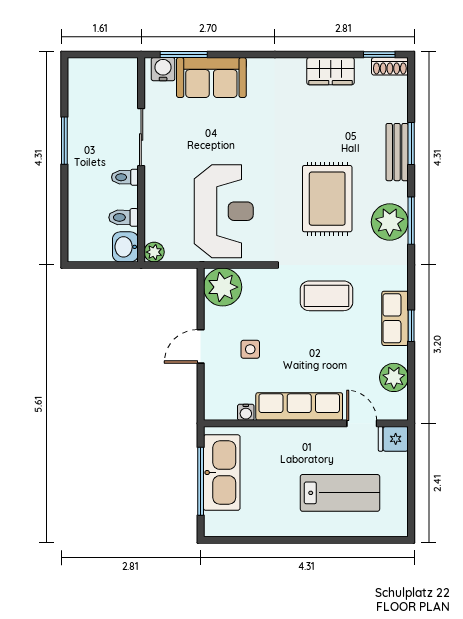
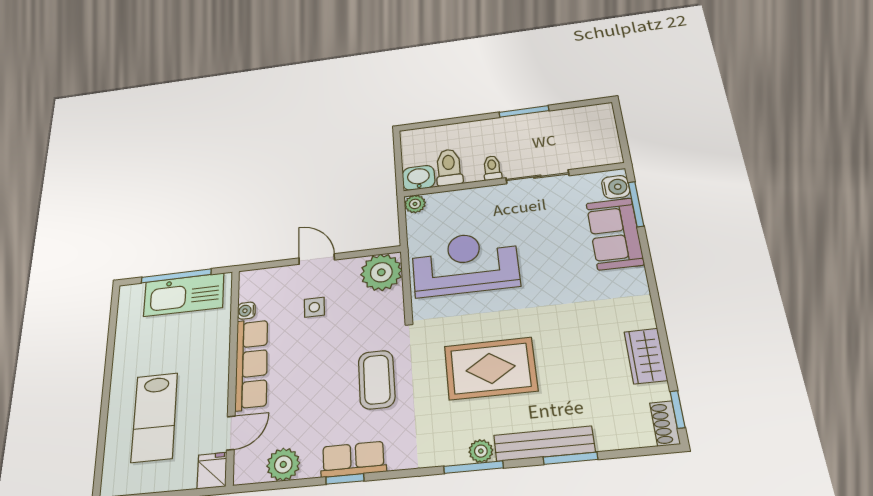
bench: (397, 152) -> (544, 444), width x1.36
reception desk: (224, 211) -> (465, 264), turned 180
toilet: (124, 217) -> (449, 167), width x1.37, depth x1.39
plant: (390, 222) -> (481, 451), width x0.53, depth x0.53

